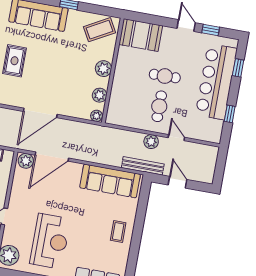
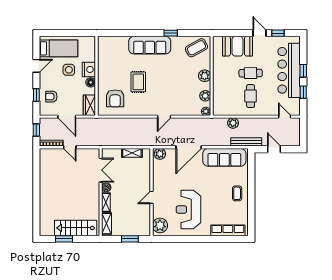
booth: (141, 35) -> (237, 46), moved
window: (238, 68) -> (303, 71), moved
door: (40, 113) -> (164, 117), width x0.53
door: (176, 138) -> (285, 117), moved
plant: (151, 142) -> (233, 123), moved
door: (52, 157) -> (189, 147), moved
reception desk: (50, 241) -> (188, 209), turned 180

